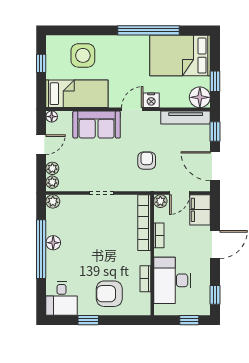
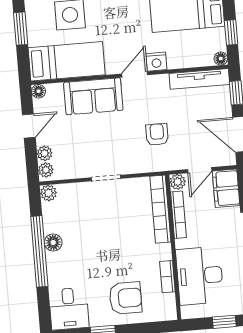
window: (41, 63) -> (21, 29), width x1.50
floor lamp: (200, 97) -> (221, 59), width x0.53, depth x0.53
bookcase: (159, 235) -> (178, 215), width x1.56
armchair: (109, 294) -> (126, 298), turned 180

